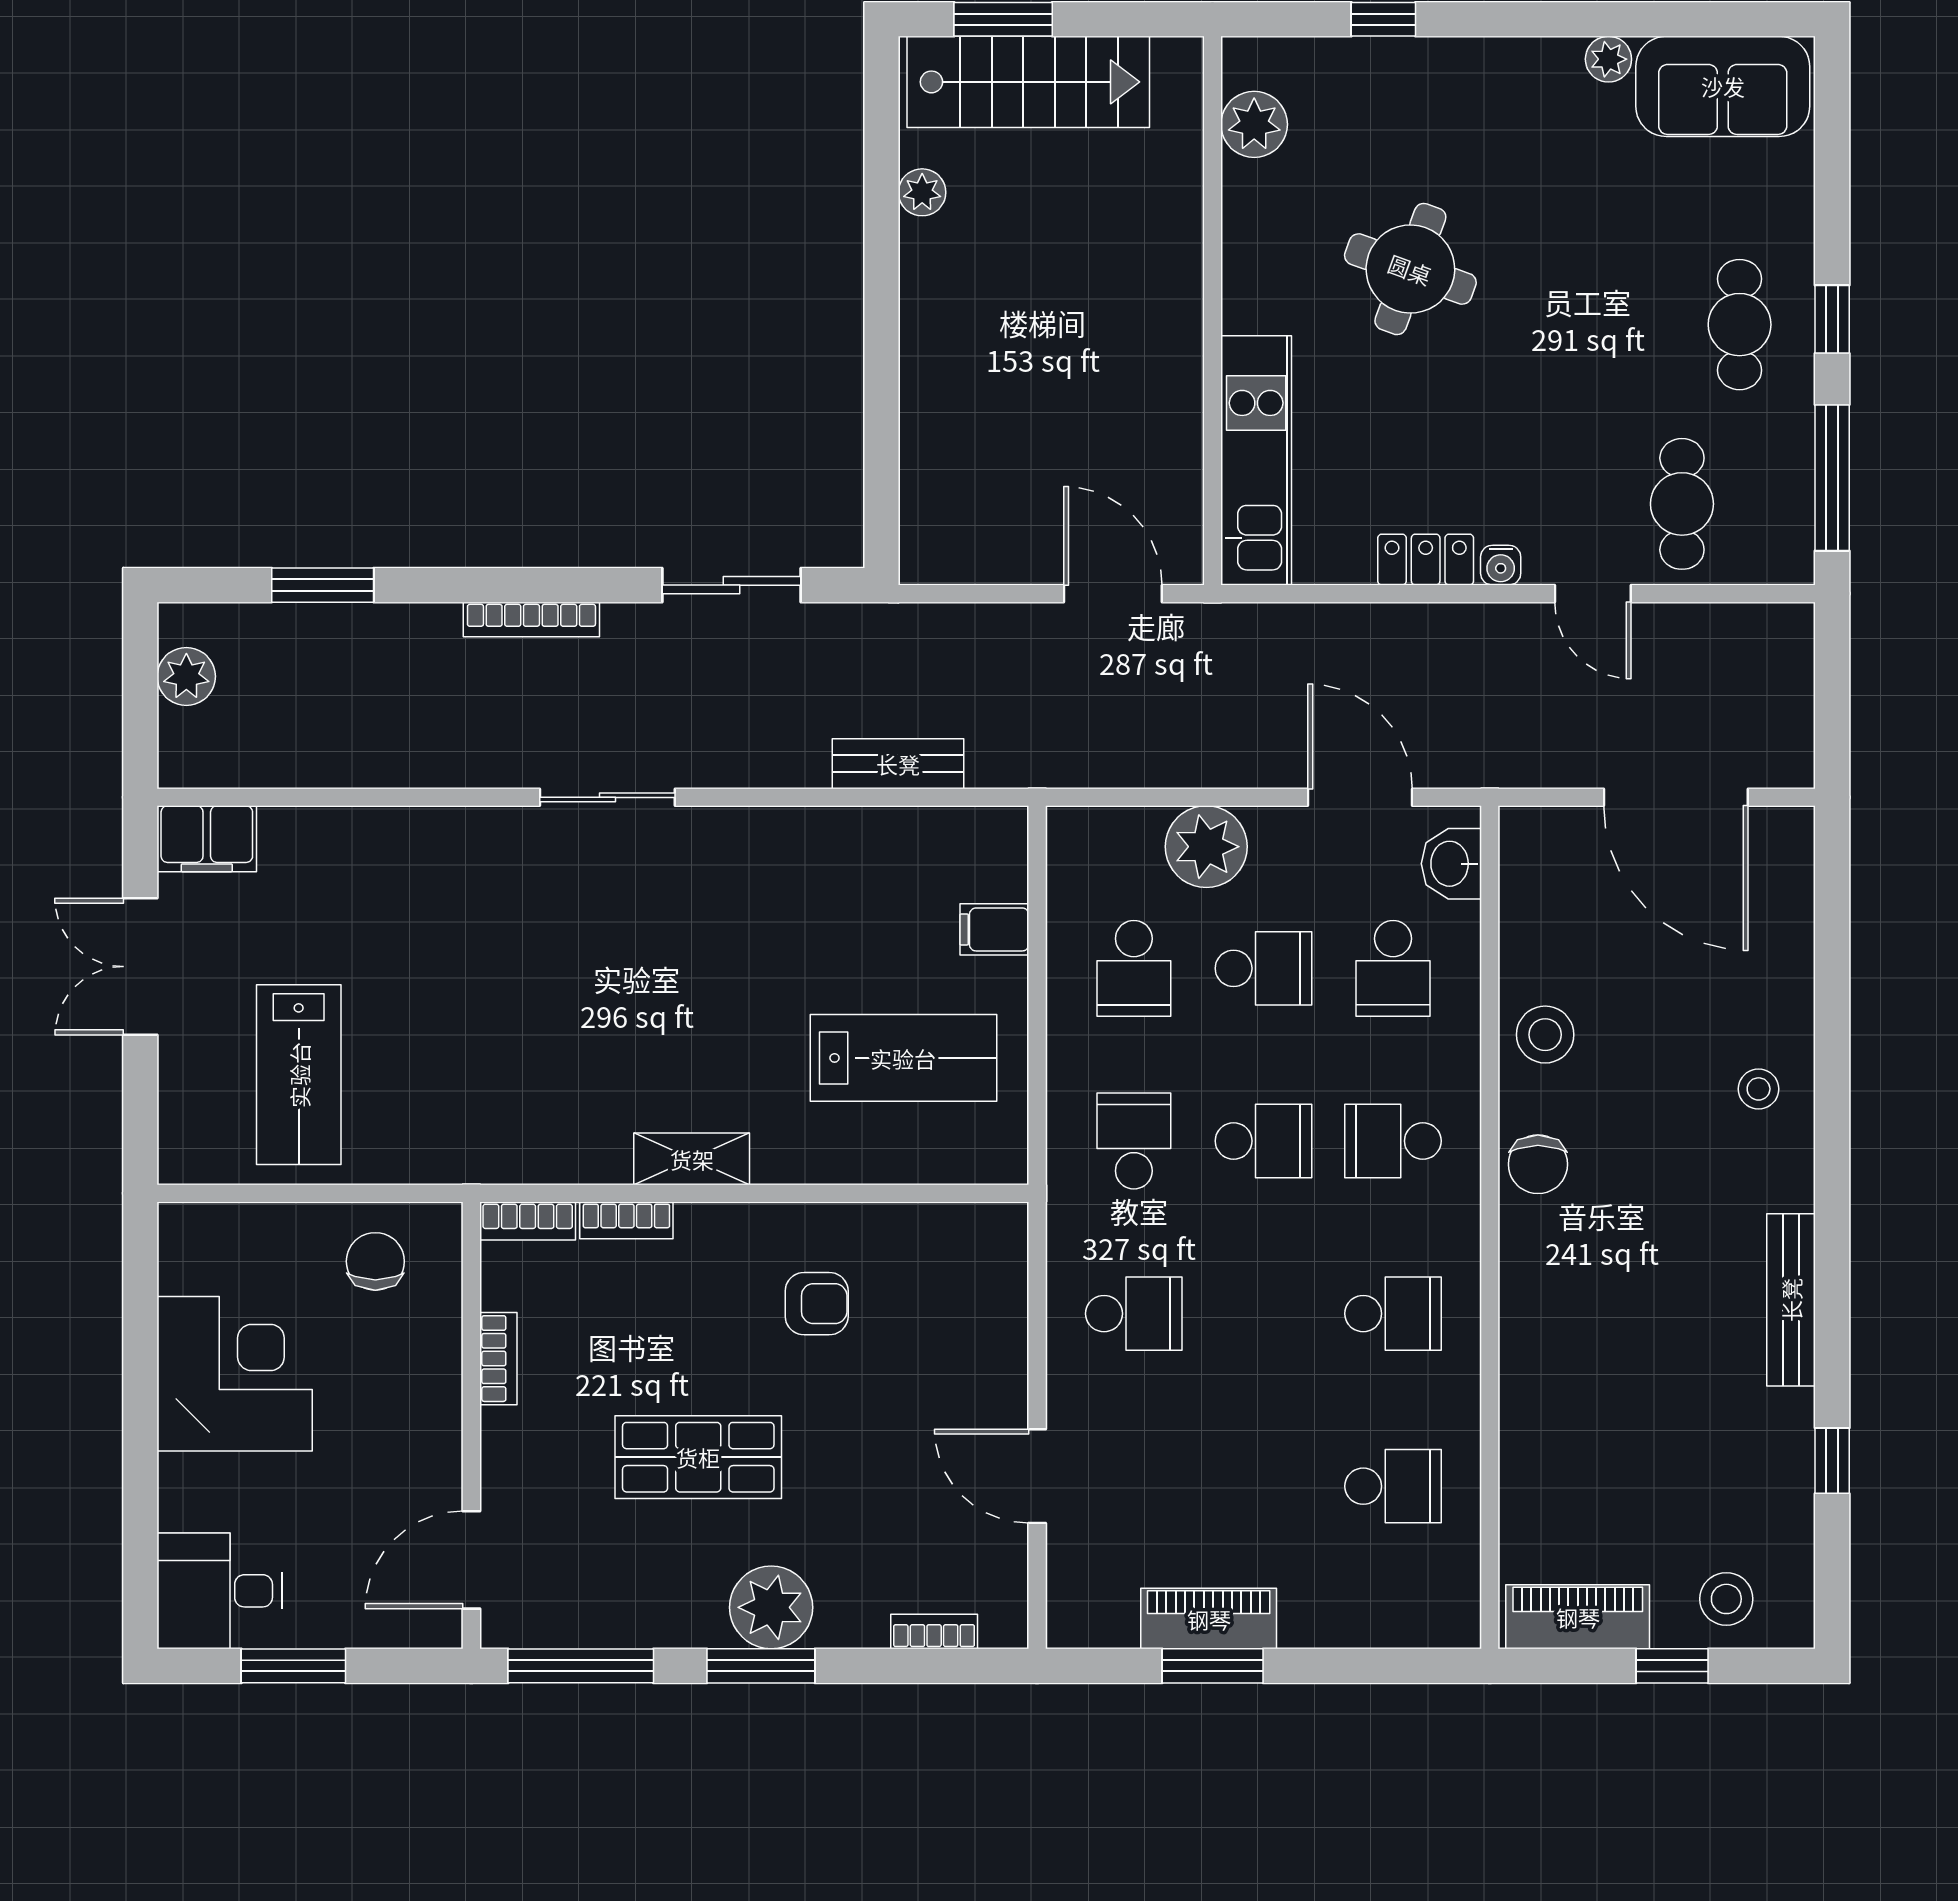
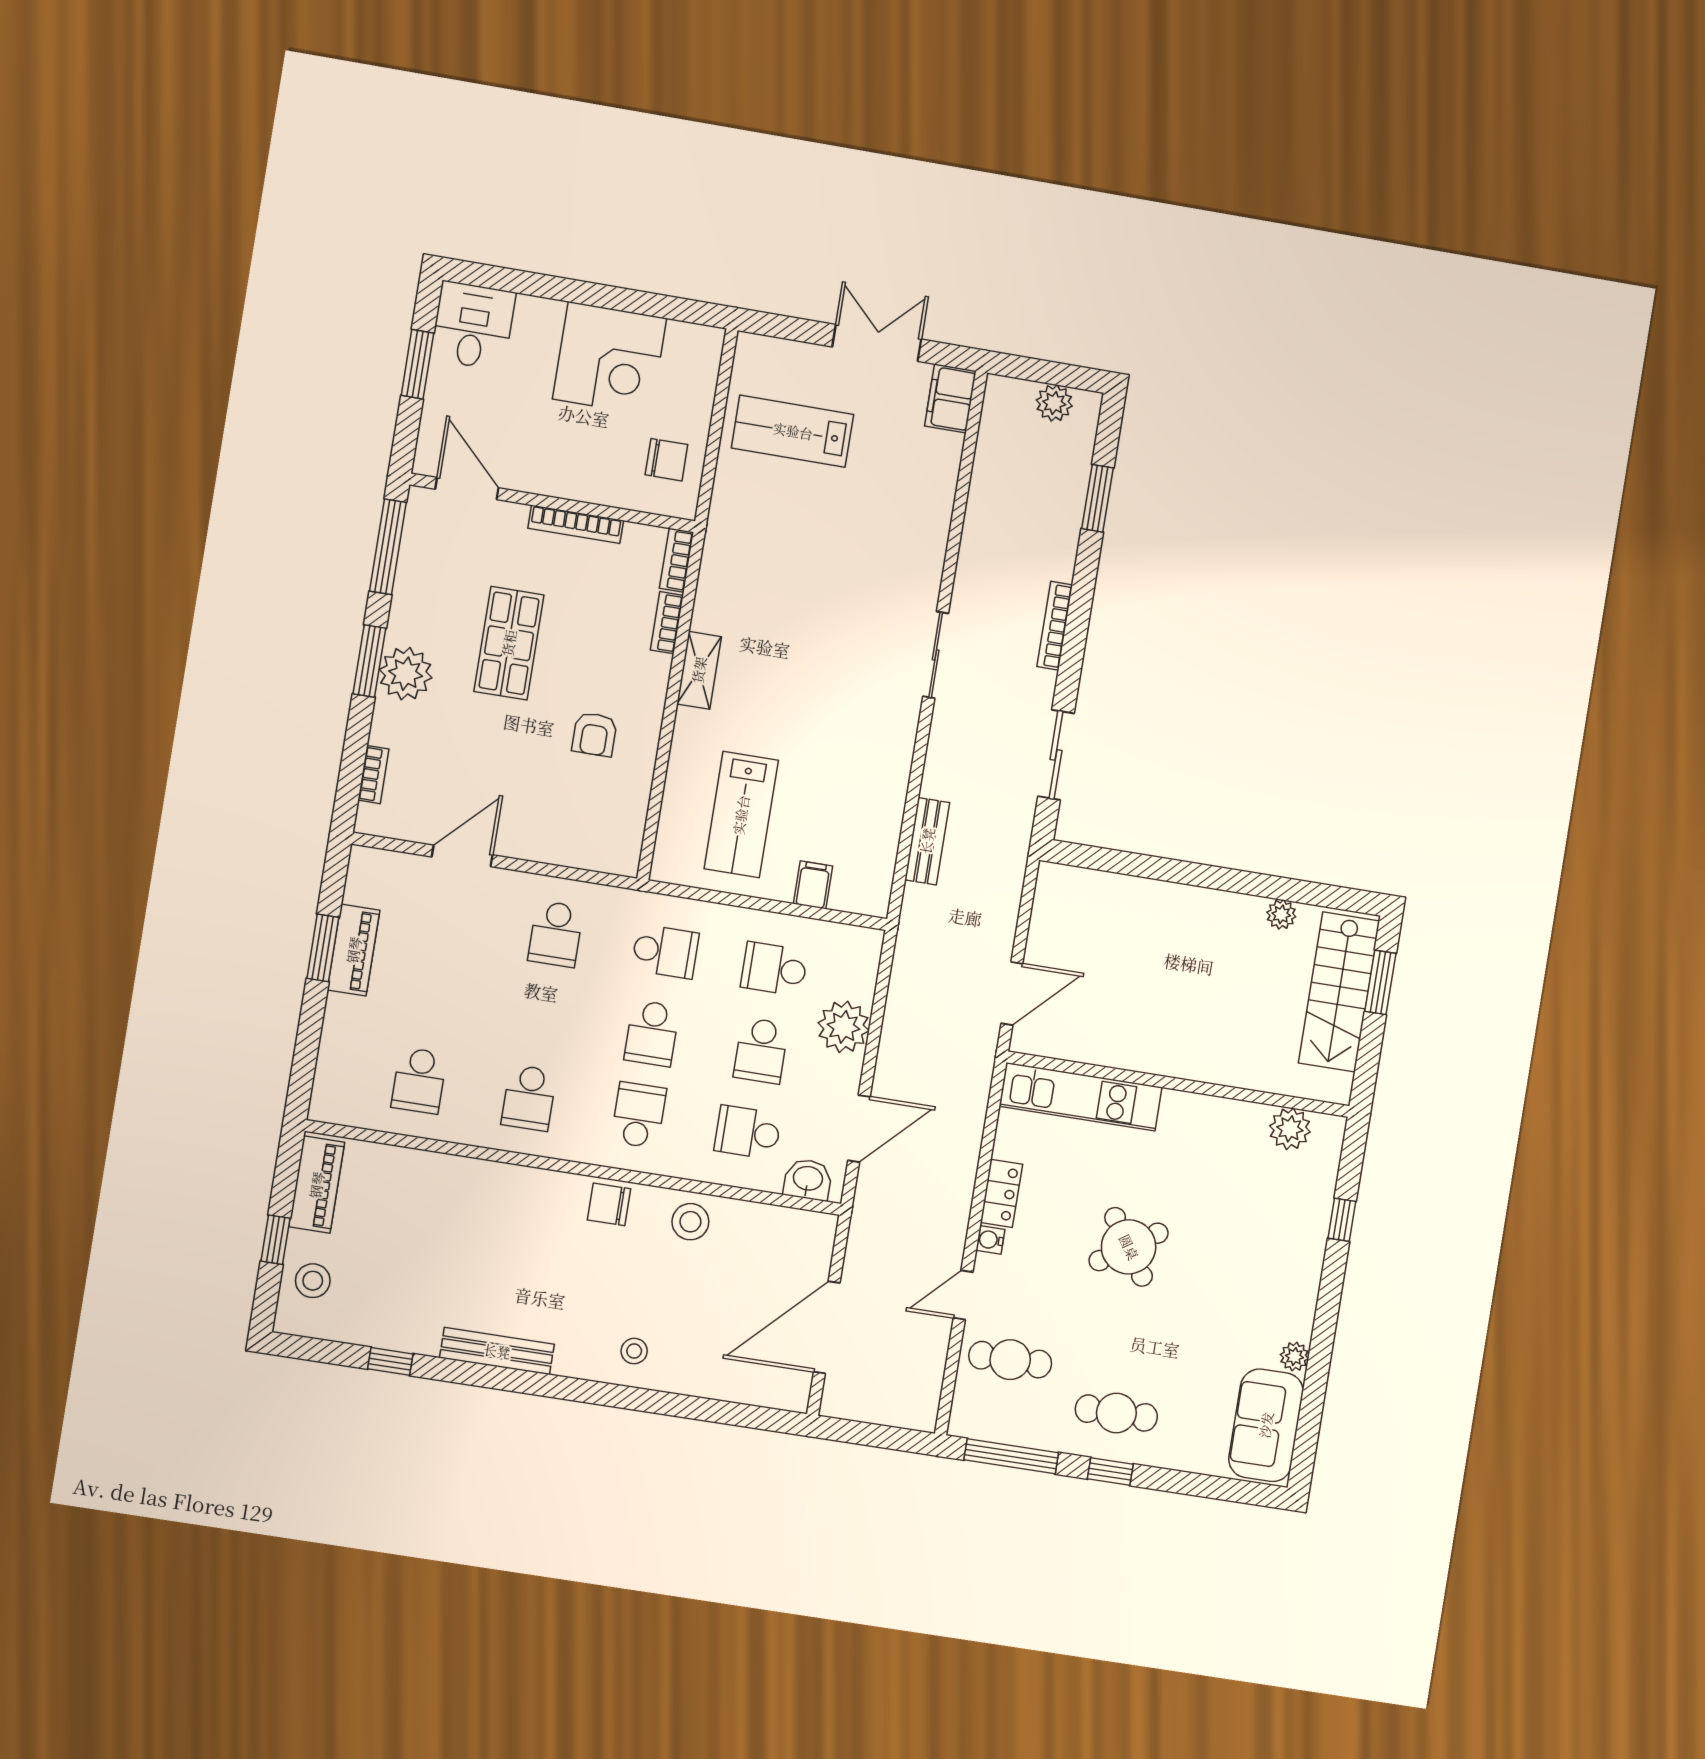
round table: (1410, 269) -> (1129, 1247), moved, turned 36
bookcase: (498, 1359) -> (576, 524), width x1.56

